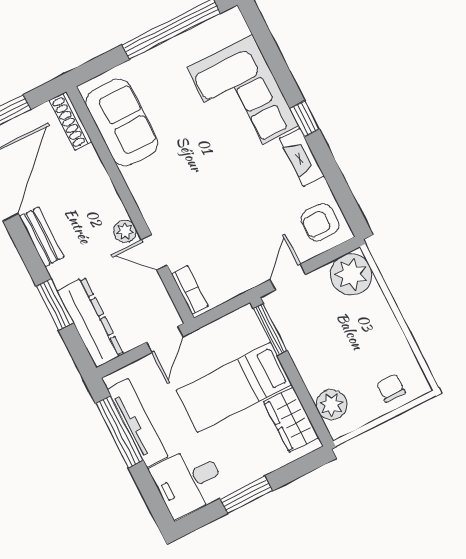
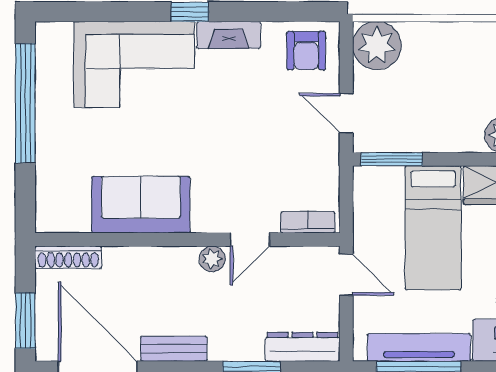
sofa: (122, 122) -> (141, 205), moved
dresser: (90, 322) -> (303, 347), width x0.73, depth x0.80

